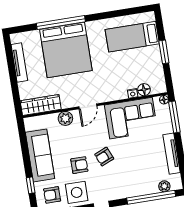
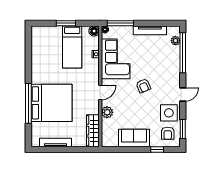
bed: (132, 37) -> (72, 47), moved
floor lamp: (144, 90) -> (94, 31), moved
door: (88, 106) -> (100, 92), hinge flipped
sofa: (40, 155) -> (134, 138), width x0.73
armchair: (79, 165) -> (147, 107), removed

